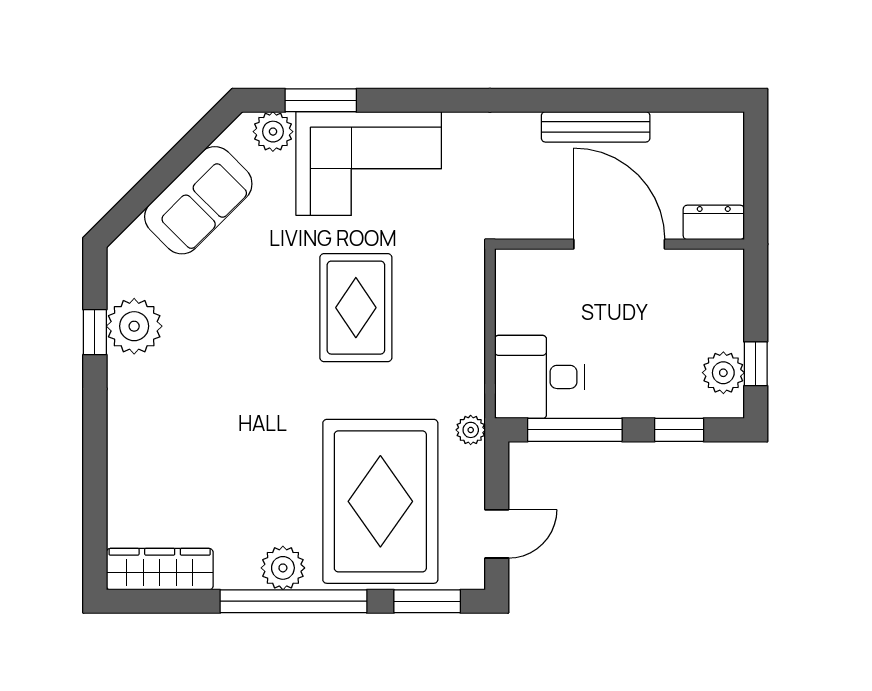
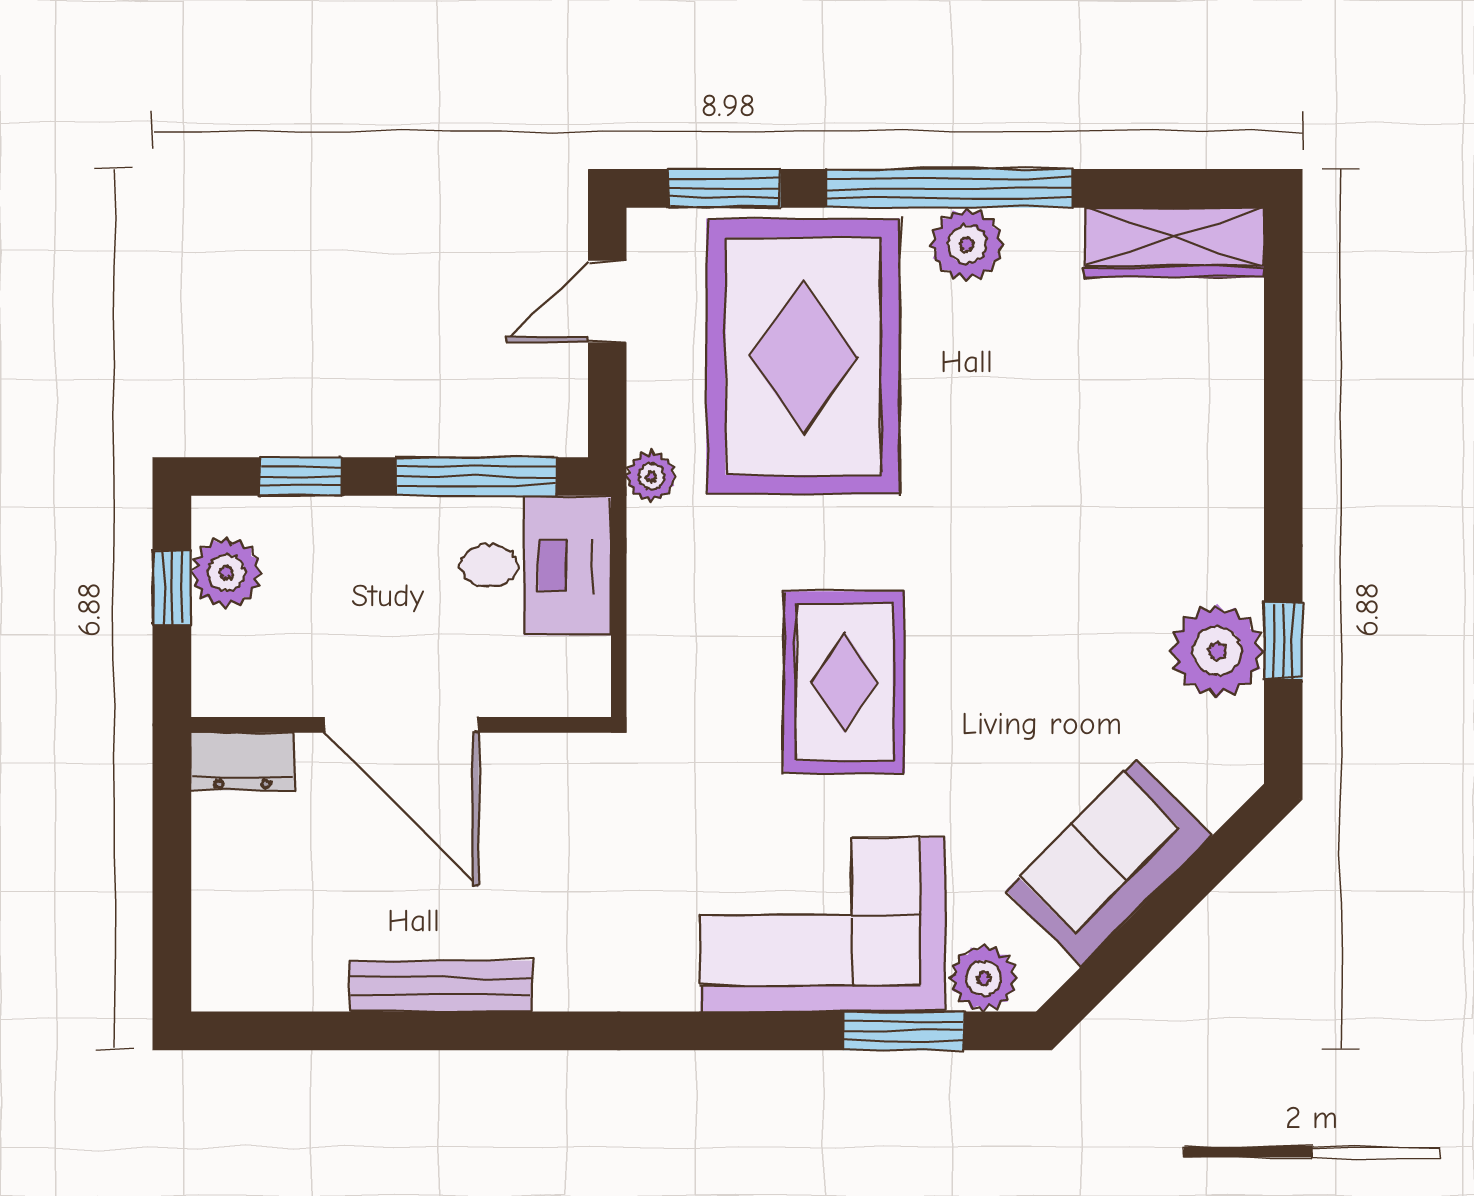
dresser: (714, 222) -> (242, 761), moved
door: (619, 244) -> (402, 725), moved
wall: (619, 244) -> (401, 725), moved

